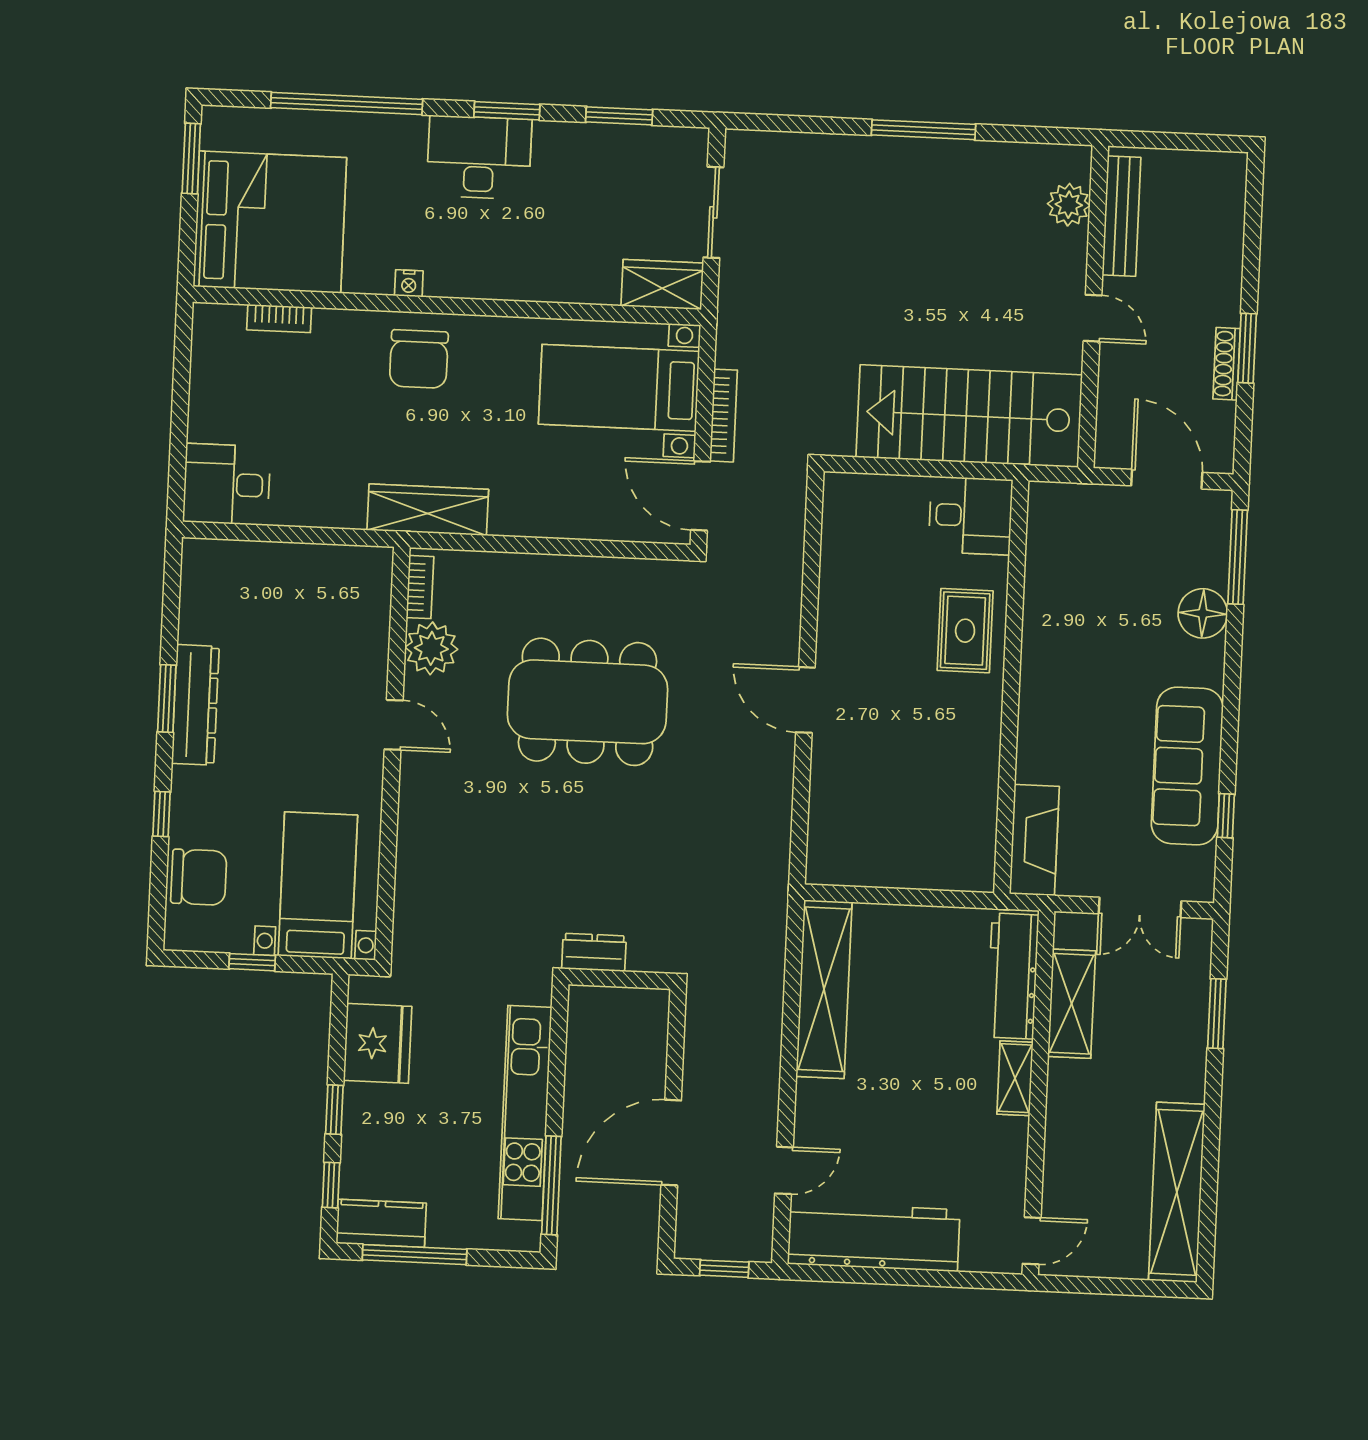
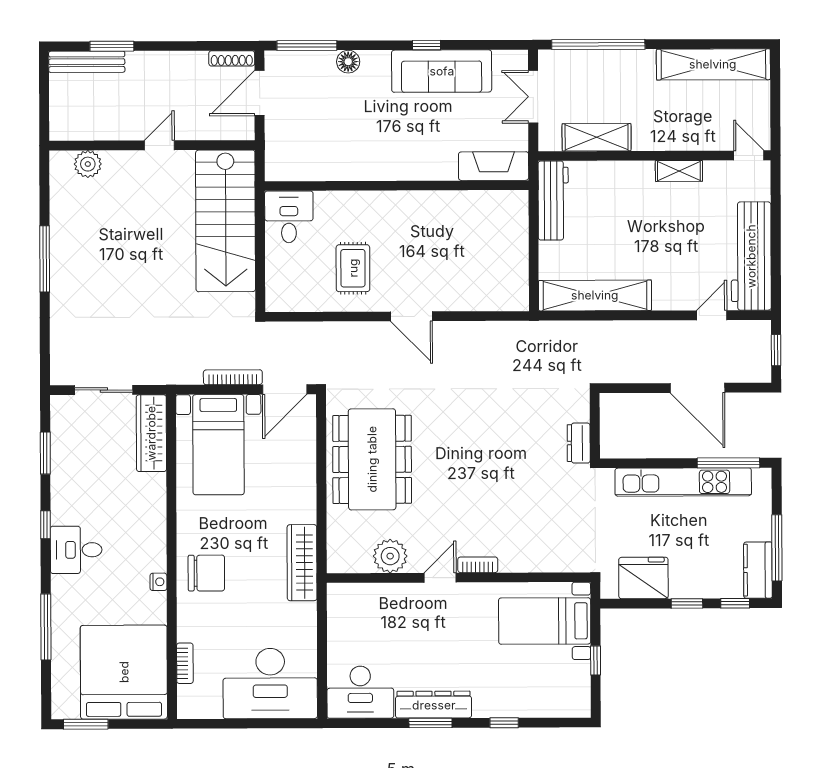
window: (347, 104) -> (46, 627), width x0.68
window: (507, 111) -> (46, 525), width x0.67
desk: (479, 157) -> (76, 550), width x0.73
bench: (1122, 216) -> (87, 62), moved
wardrobe: (662, 285) -> (151, 433), width x1.50
window: (1247, 348) -> (112, 46), moved
shoe rack: (1227, 364) -> (232, 58), moved
desk: (227, 484) -> (270, 683), width x1.87, depth x1.30
bookcase: (420, 587) -> (478, 565), moved
desk: (220, 591) -> (360, 692), added
floor lamp: (1203, 613) -> (348, 62), width x0.73, depth x0.73
rug: (965, 631) -> (353, 268), moved, turned 90
door: (805, 700) -> (411, 316), hinge flipped
dining table: (587, 702) -> (372, 459), moved
window: (1226, 816) -> (426, 45), moved
chair: (199, 877) -> (543, 697), removed
double door: (1140, 907) -> (533, 97), swing flipped
workbench: (1013, 976) -> (553, 200), moved, turned -90
window: (1217, 1014) -> (598, 44), width x2.11
shelving: (1015, 1078) -> (679, 171), moved
door: (784, 1170) -> (712, 315), hinge flipped

